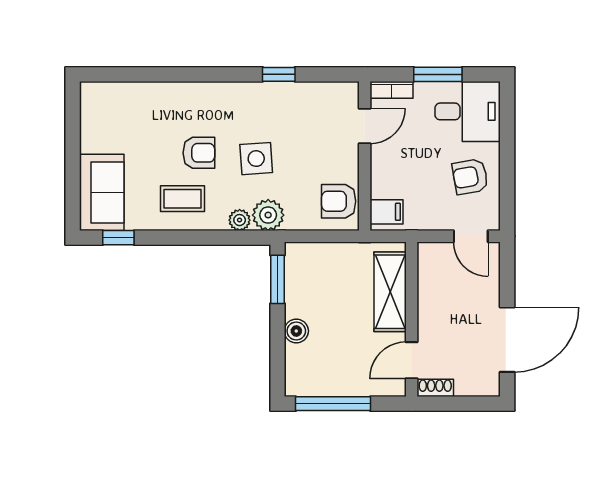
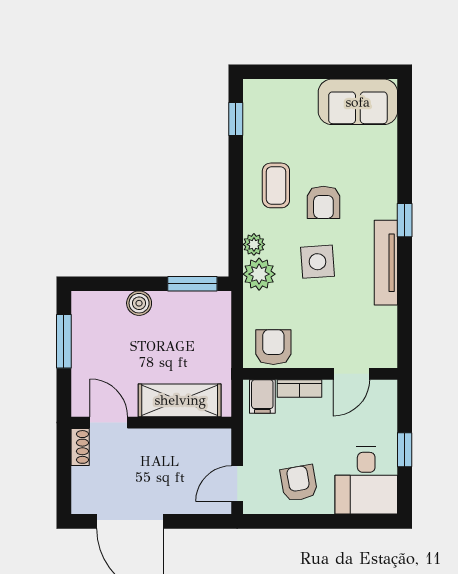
window: (279, 74) -> (405, 220), moved
window: (438, 74) -> (405, 450), width x0.67
bookcase: (391, 90) -> (299, 388), moved, turned -90
tv unit: (257, 92) -> (386, 263), added
door: (365, 126) -> (351, 374), hinge flipped
sofa: (102, 192) -> (358, 102), moved
window: (333, 404) -> (64, 341), width x0.69

